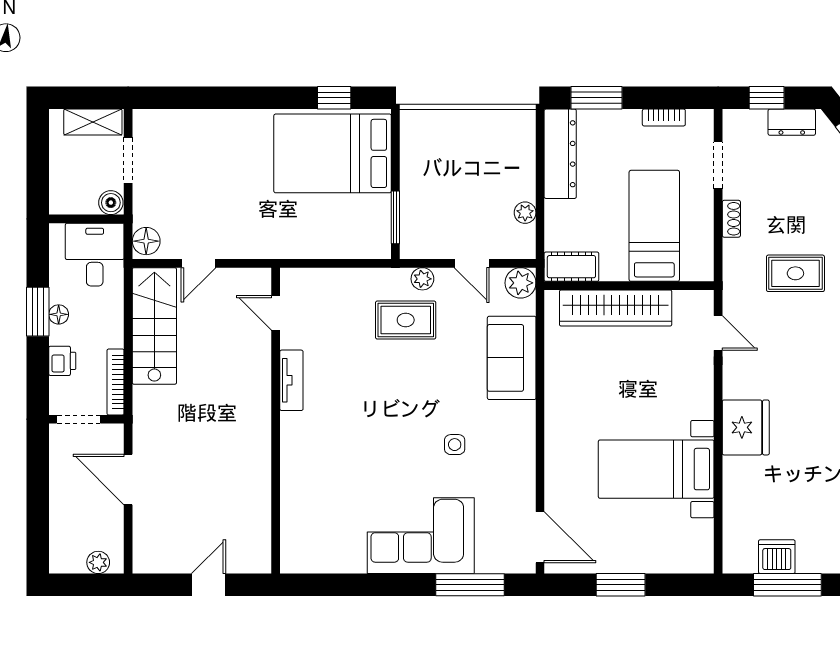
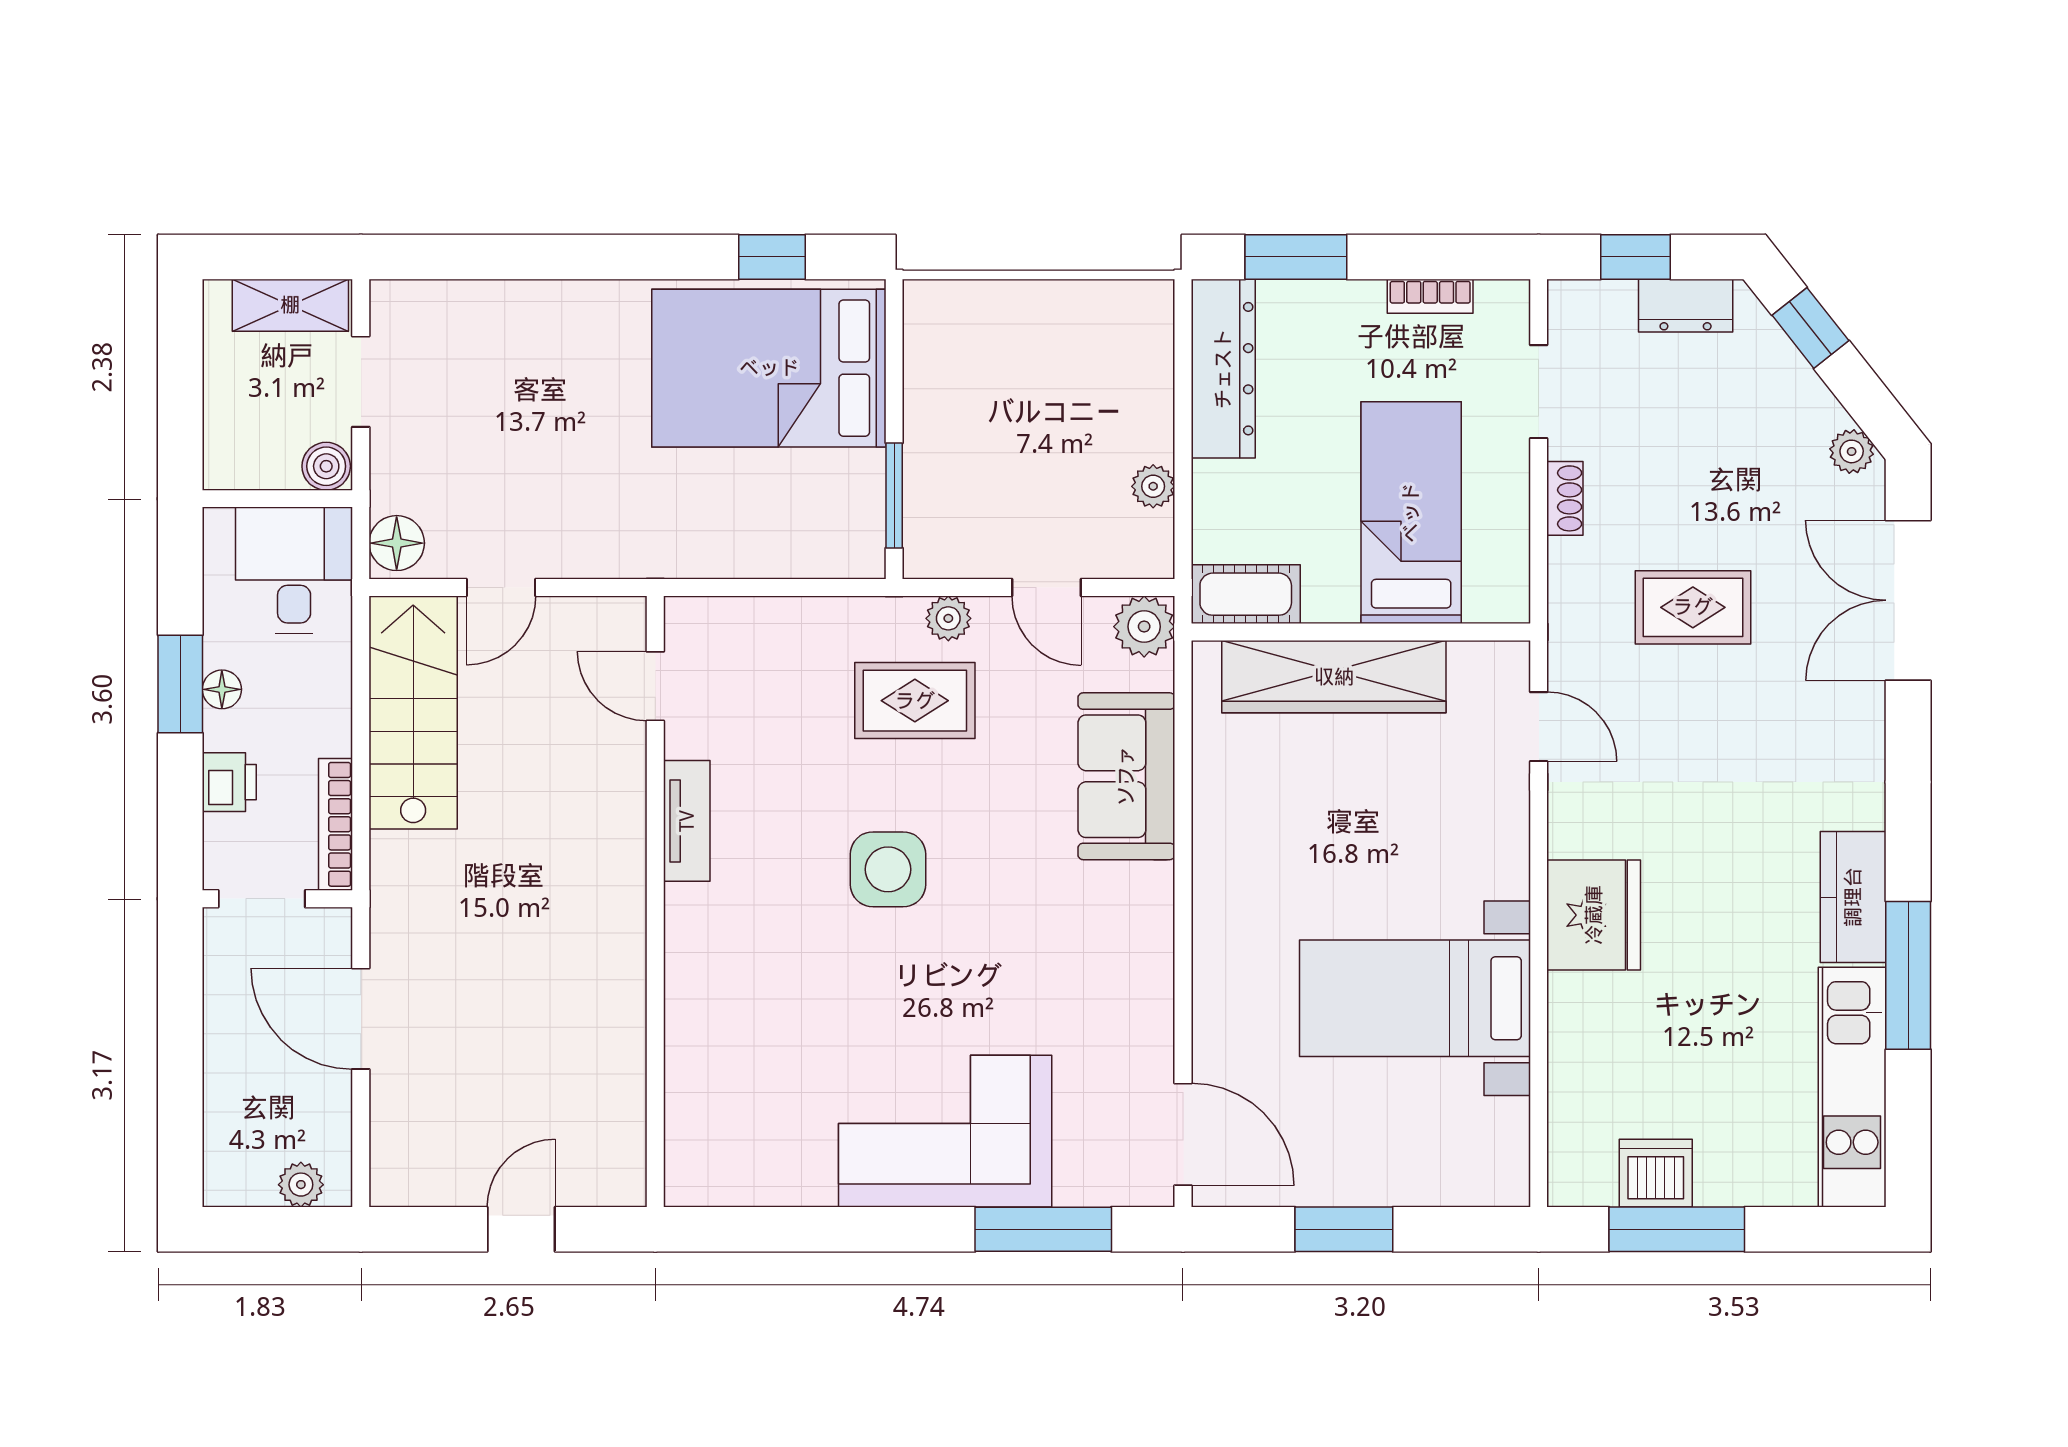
side table: (455, 445) -> (888, 869), moved, width x1.87, depth x1.87

